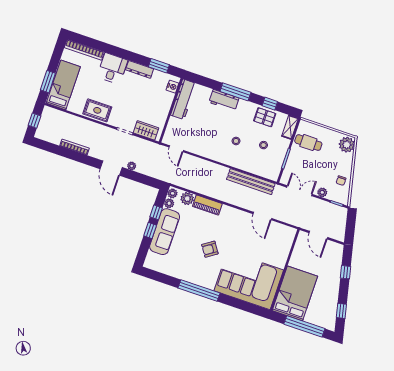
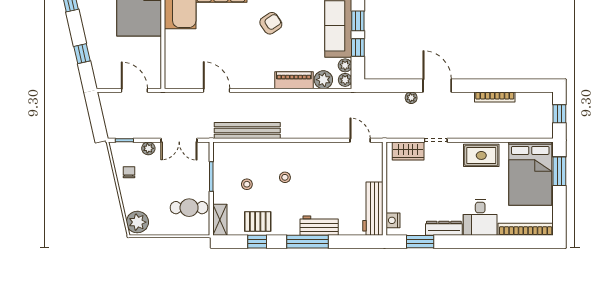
bed: (63, 85) -> (530, 174), width x1.50

